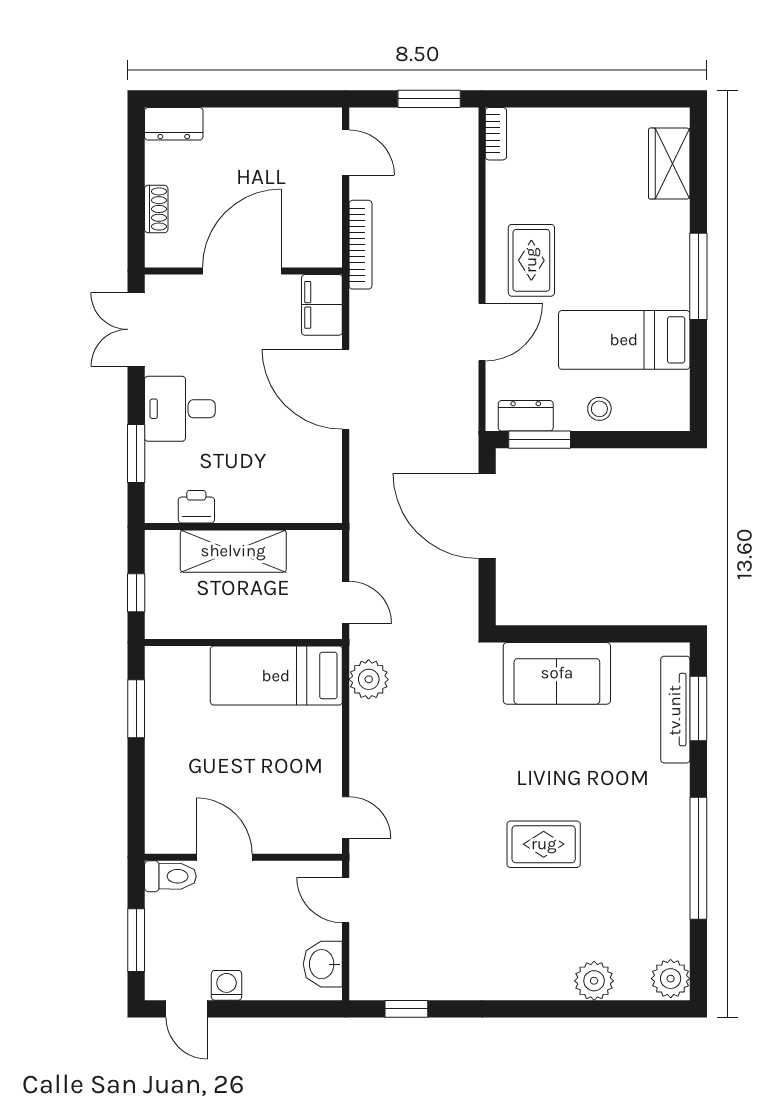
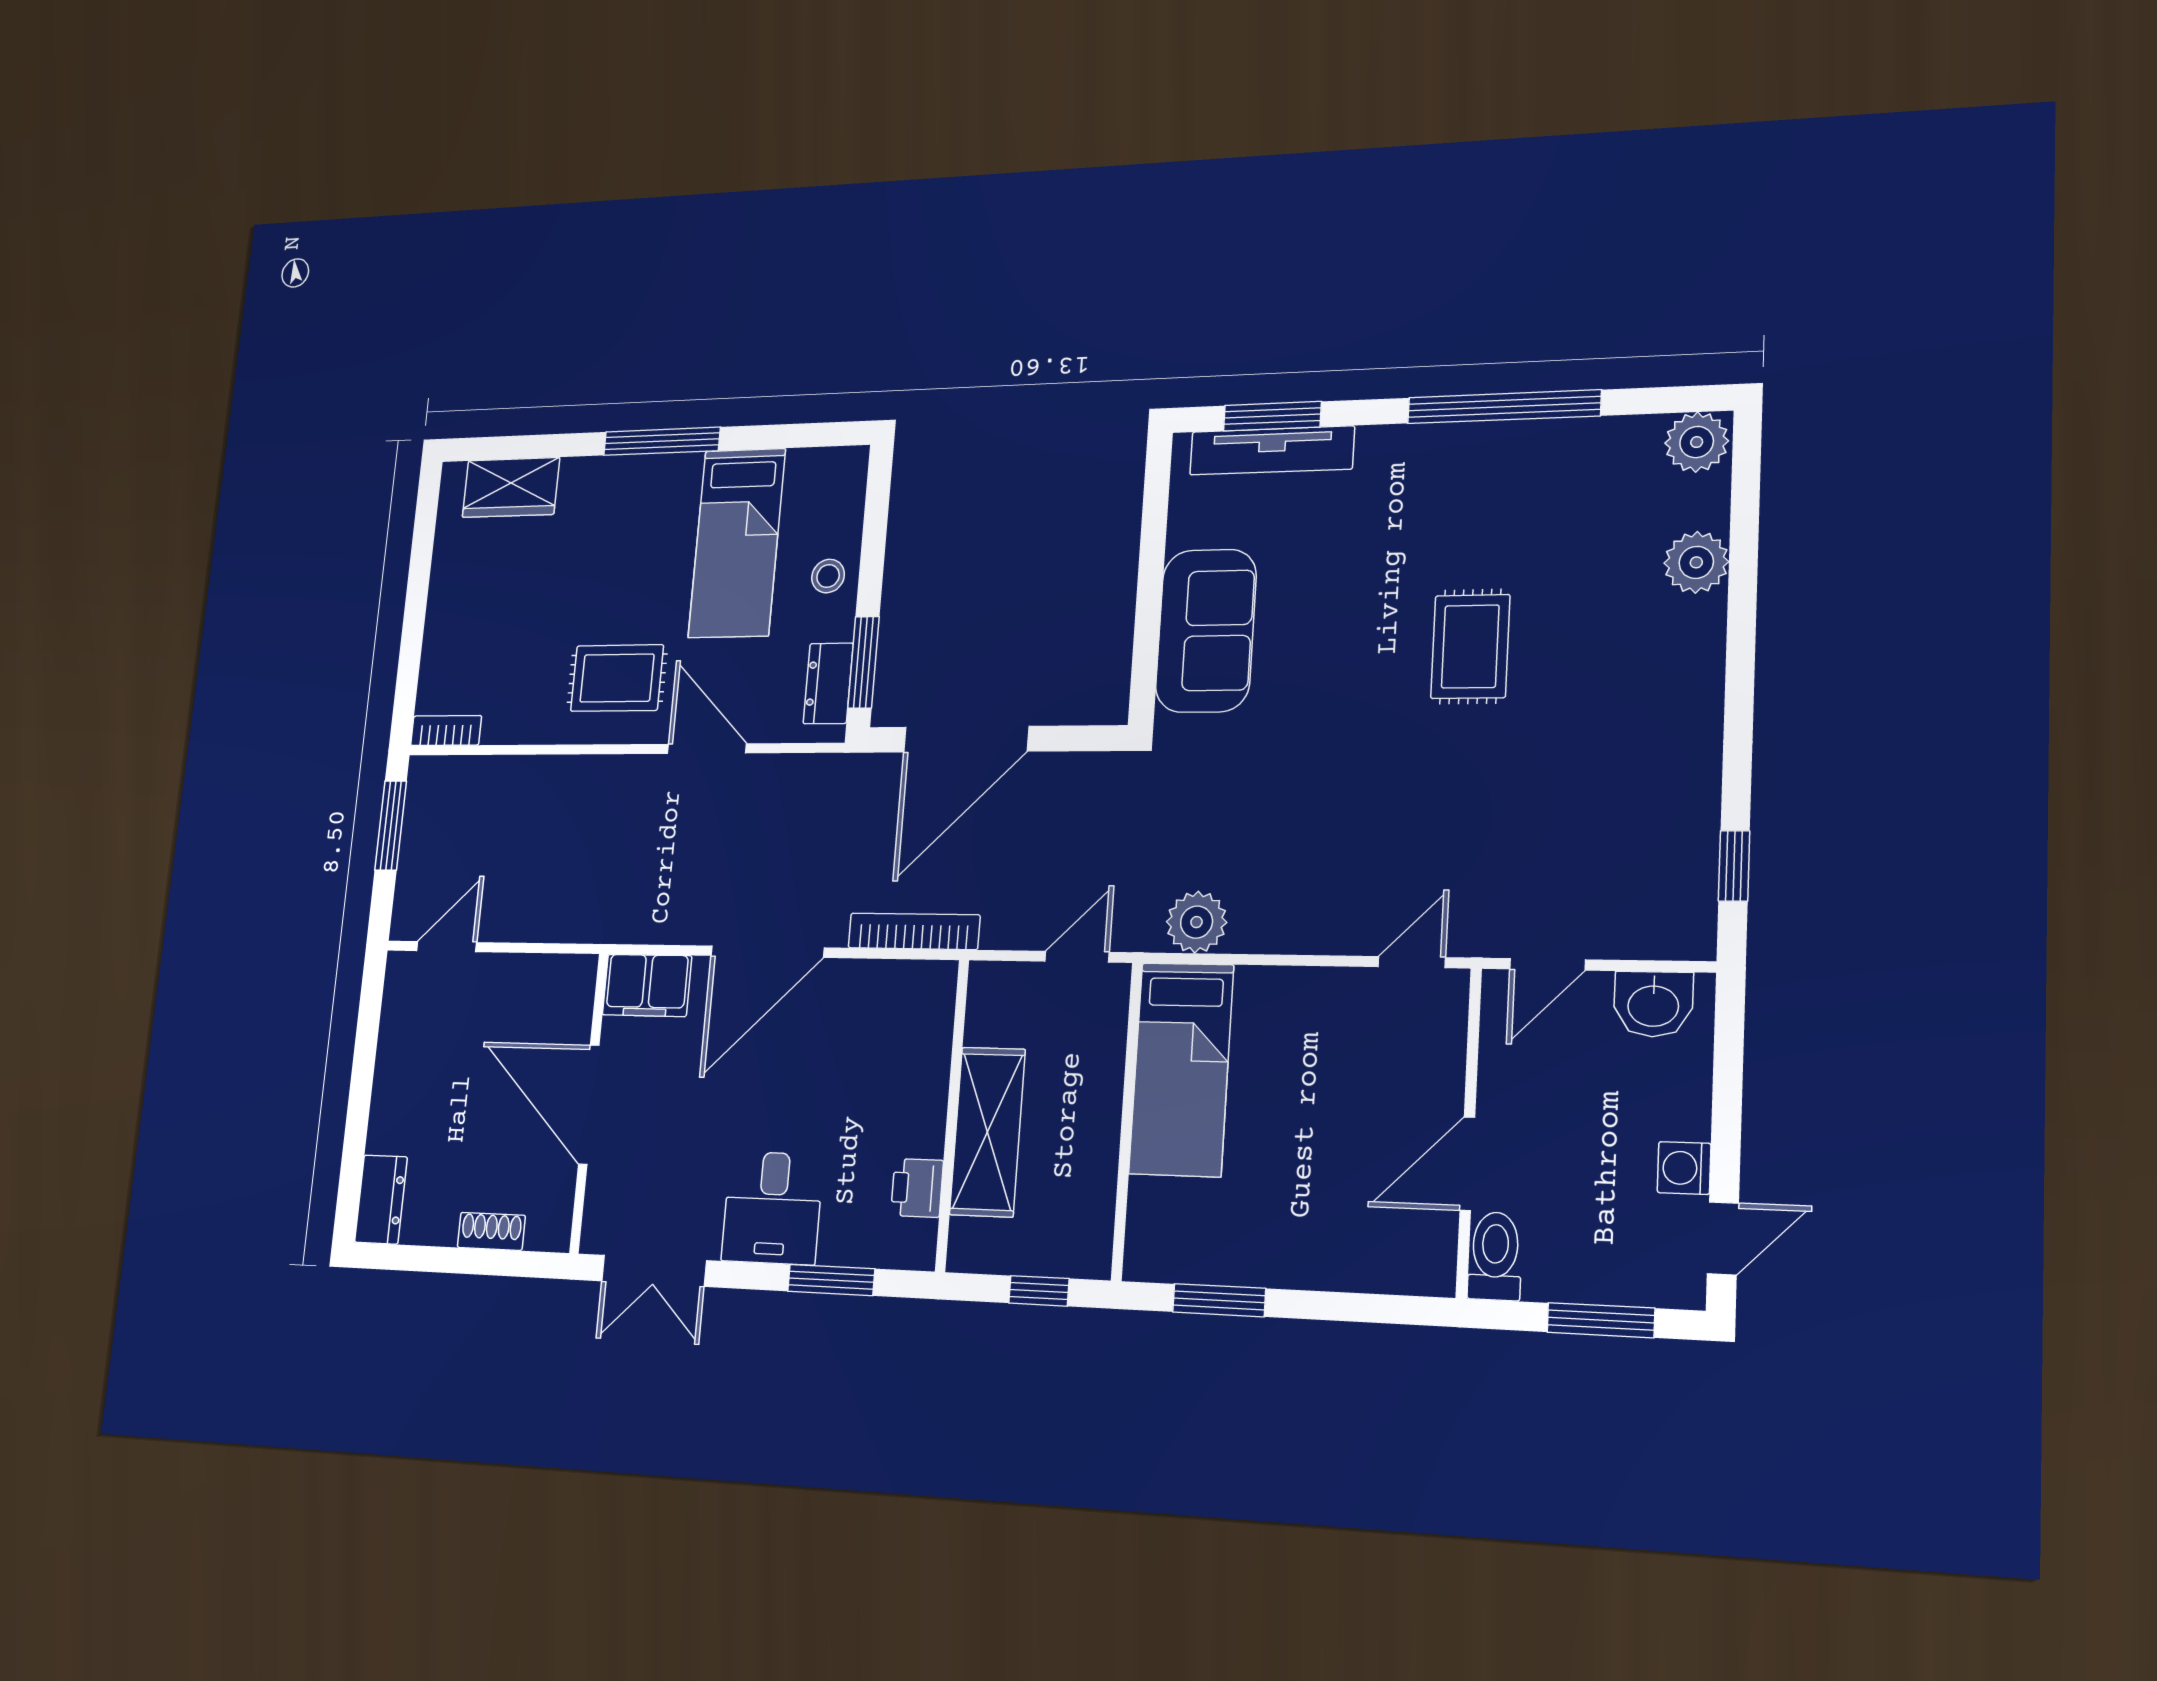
bookcase: (360, 245) -> (914, 931), moved

